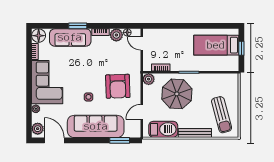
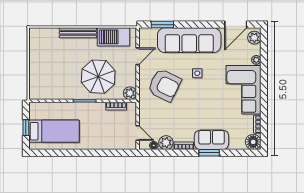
sofa: (70, 37) -> (212, 140), width x0.73
armchair: (118, 86) -> (164, 85), turned 118
sun lounger: (222, 115) -> (48, 53), removed
door: (54, 140) -> (236, 25), hinge flipped

